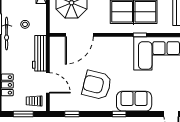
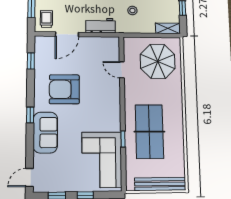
door: (79, 35) -> (122, 70), width x0.53
workbench: (39, 53) -> (101, 26), width x0.73
armchair: (97, 85) -> (64, 89), turned -104

